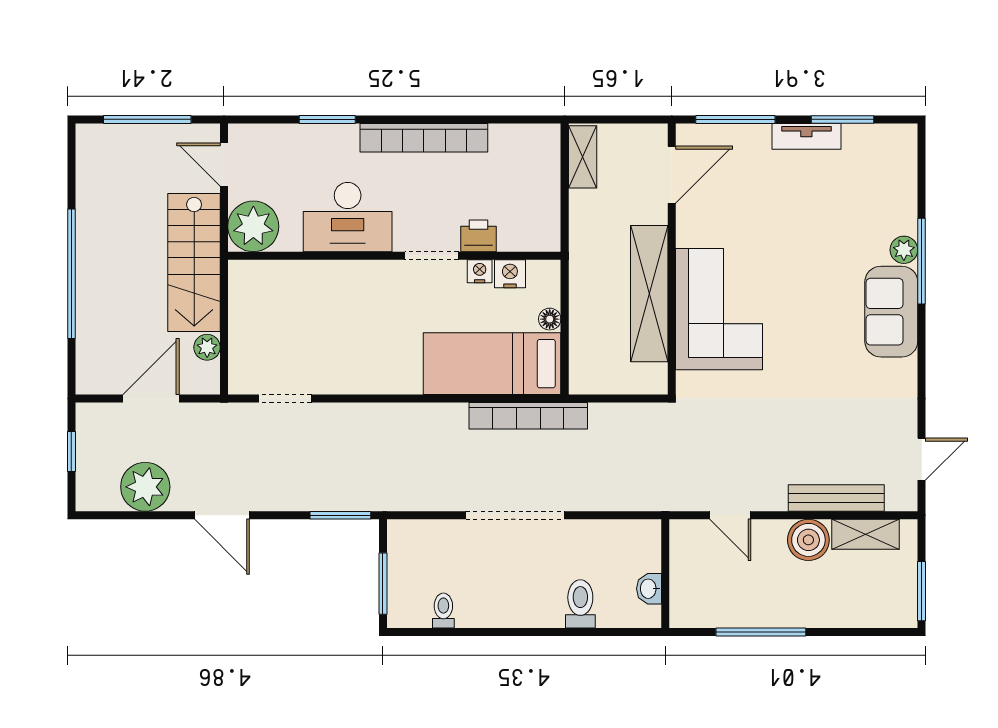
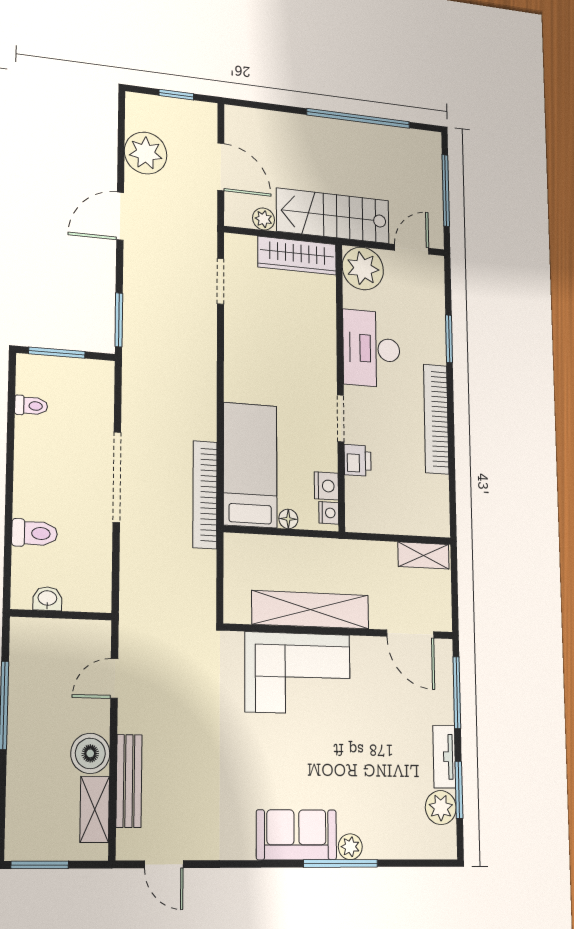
plant: (862, 142) -> (441, 808), added
nightstand: (480, 271) -> (329, 513), moved
window: (71, 274) -> (358, 118), moved
wardrobe: (246, 307) -> (297, 256), added

